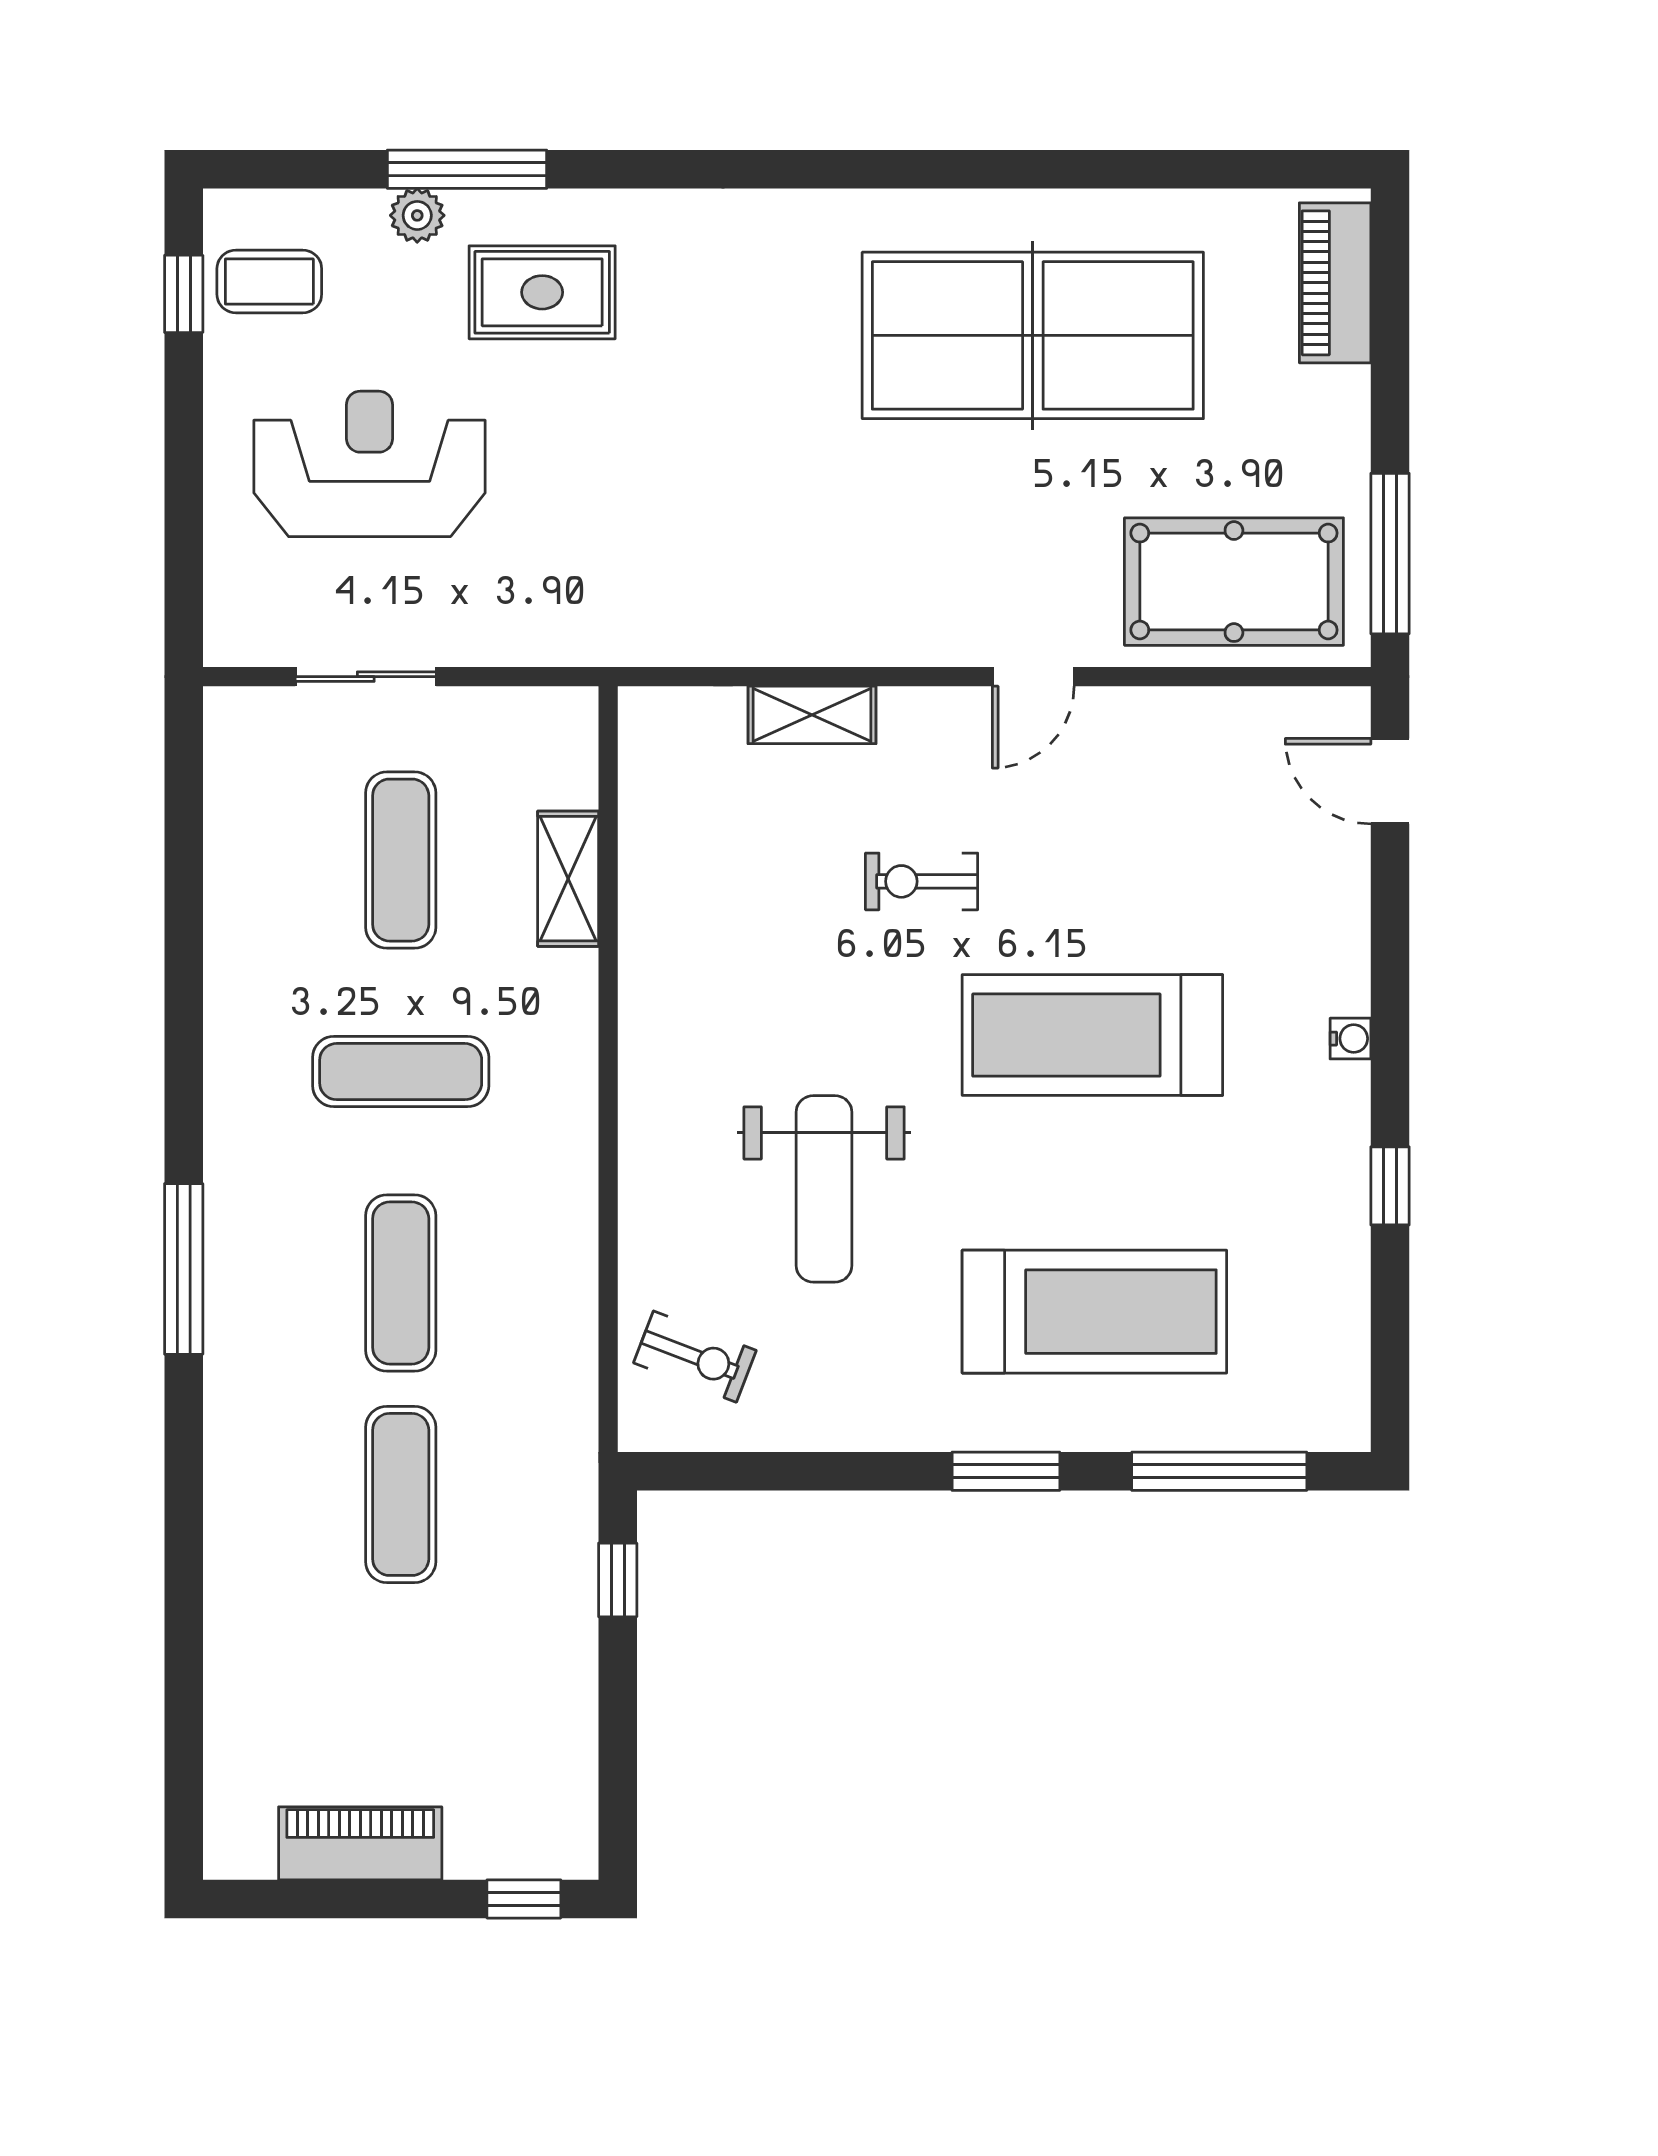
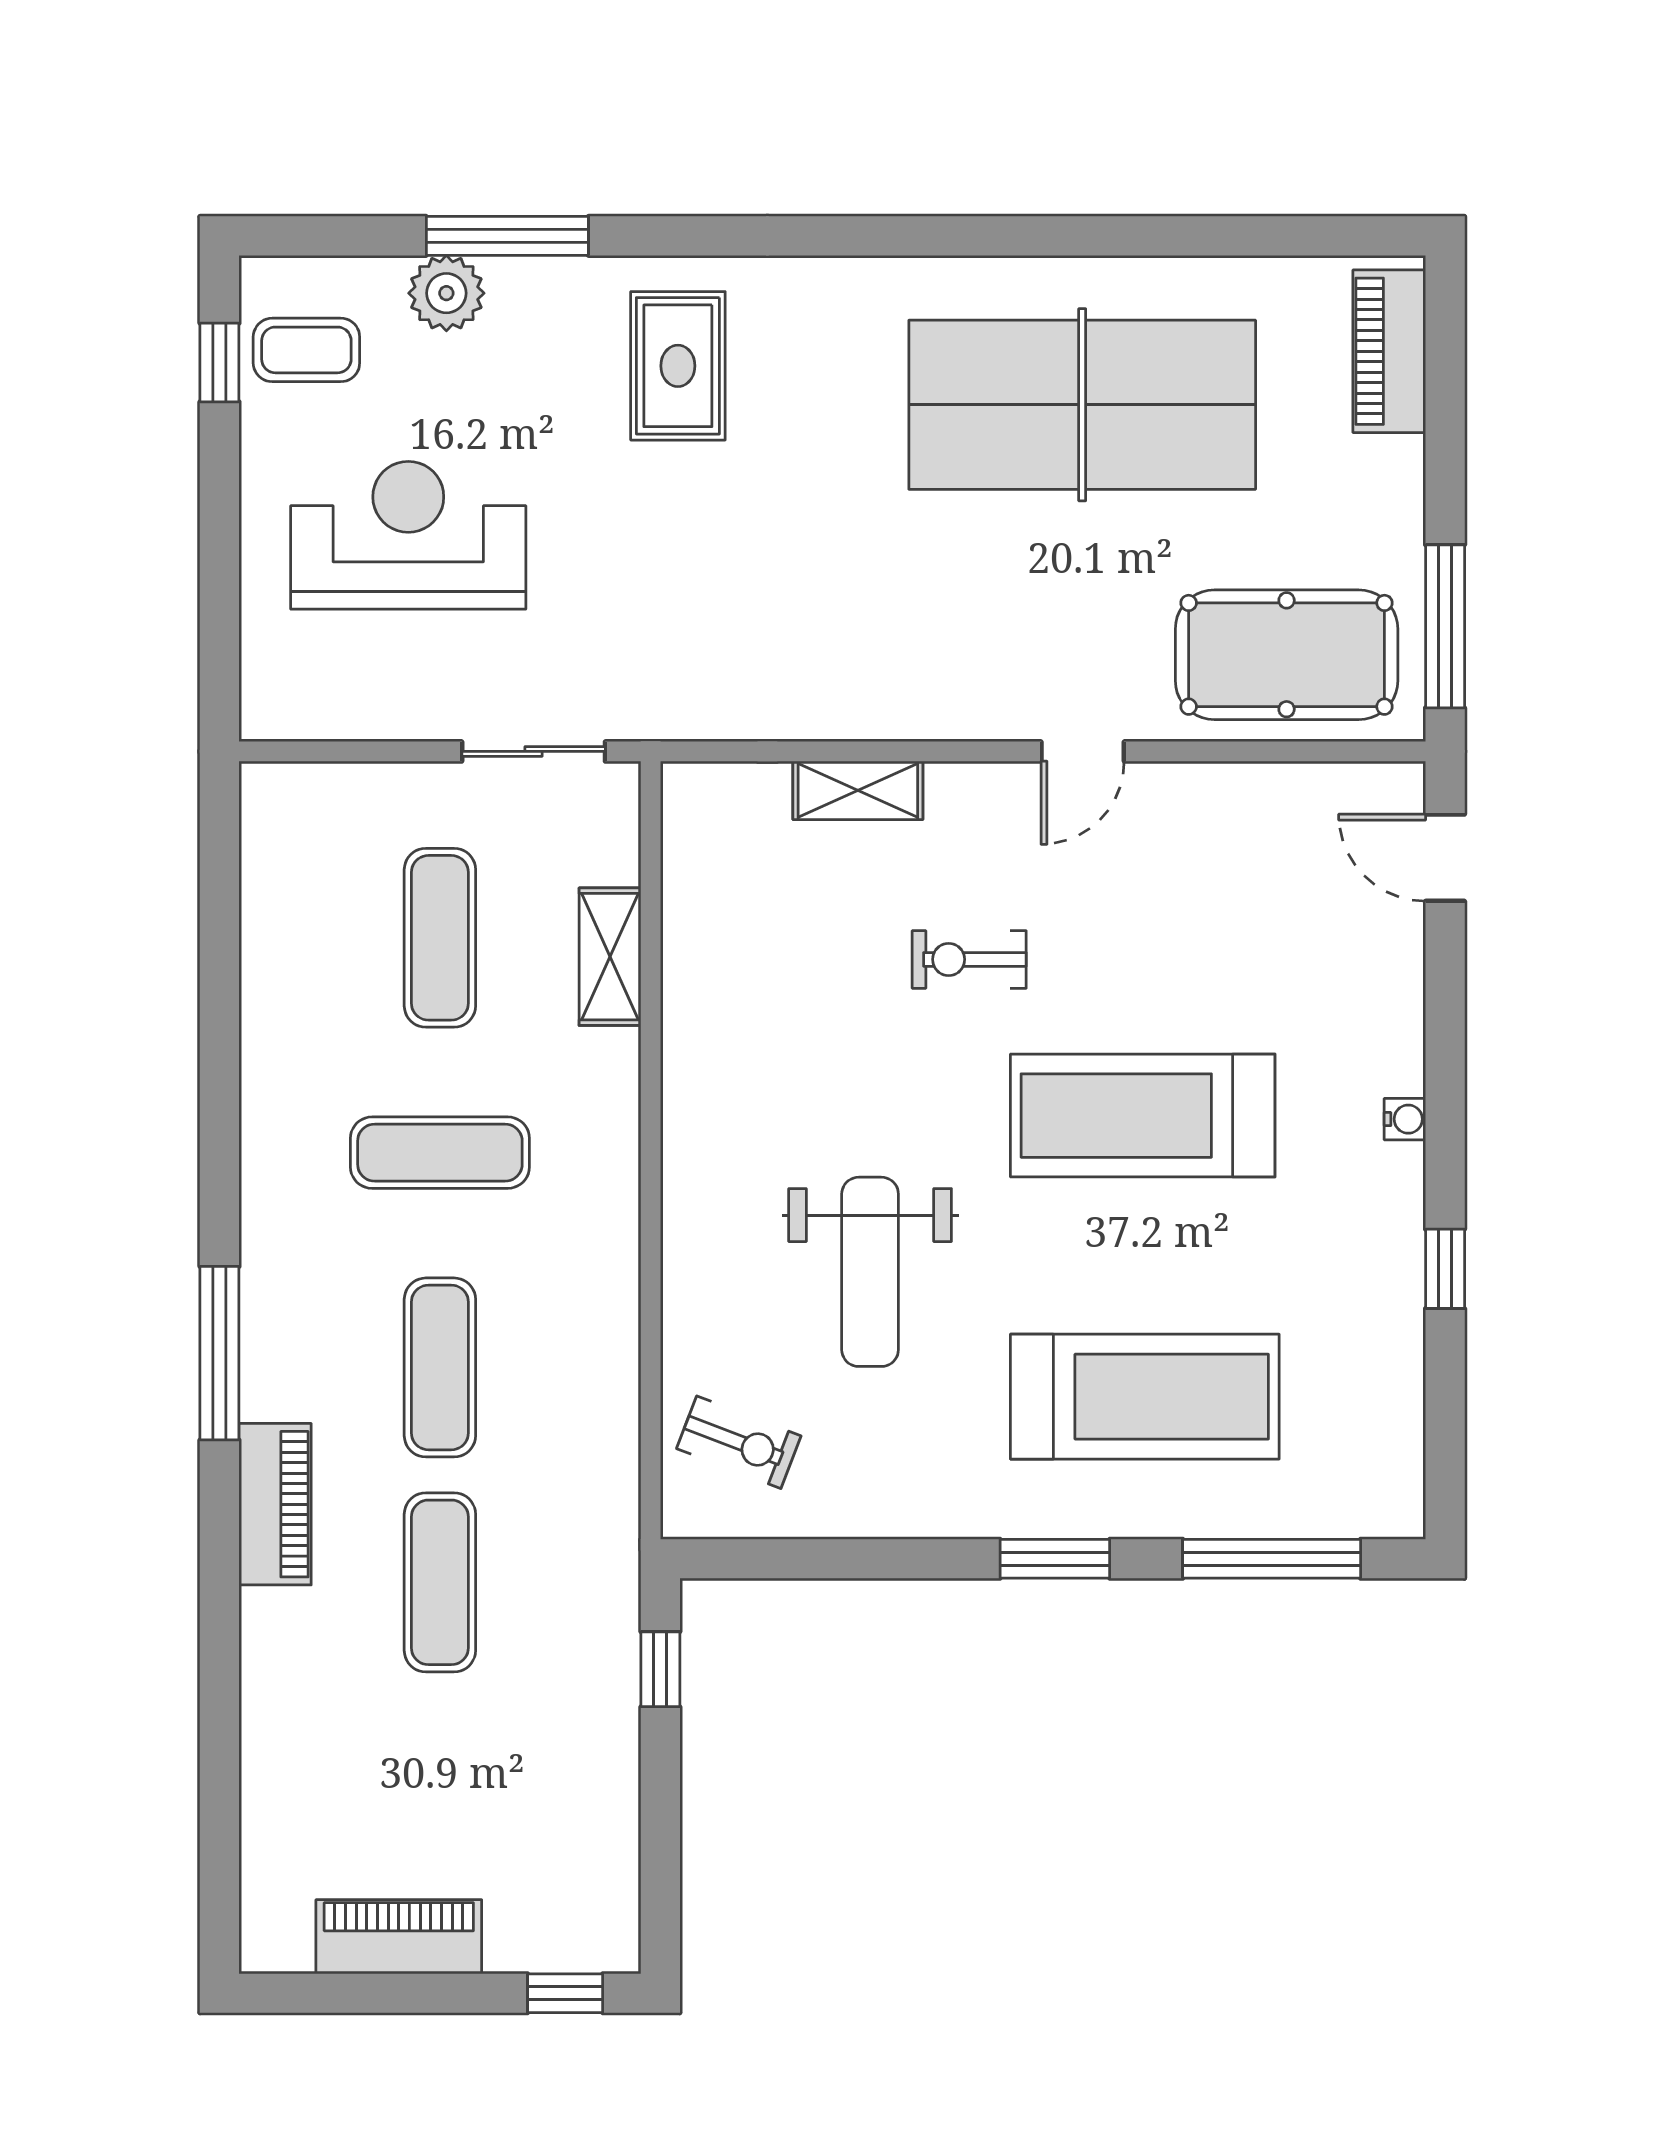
plant: (417, 215) -> (446, 293), width x1.38, depth x1.38
rug: (542, 292) -> (678, 366), moved, turned 90
sliding door: (366, 677) -> (534, 751), moved
piano: (238, 1418) -> (275, 1504), added

